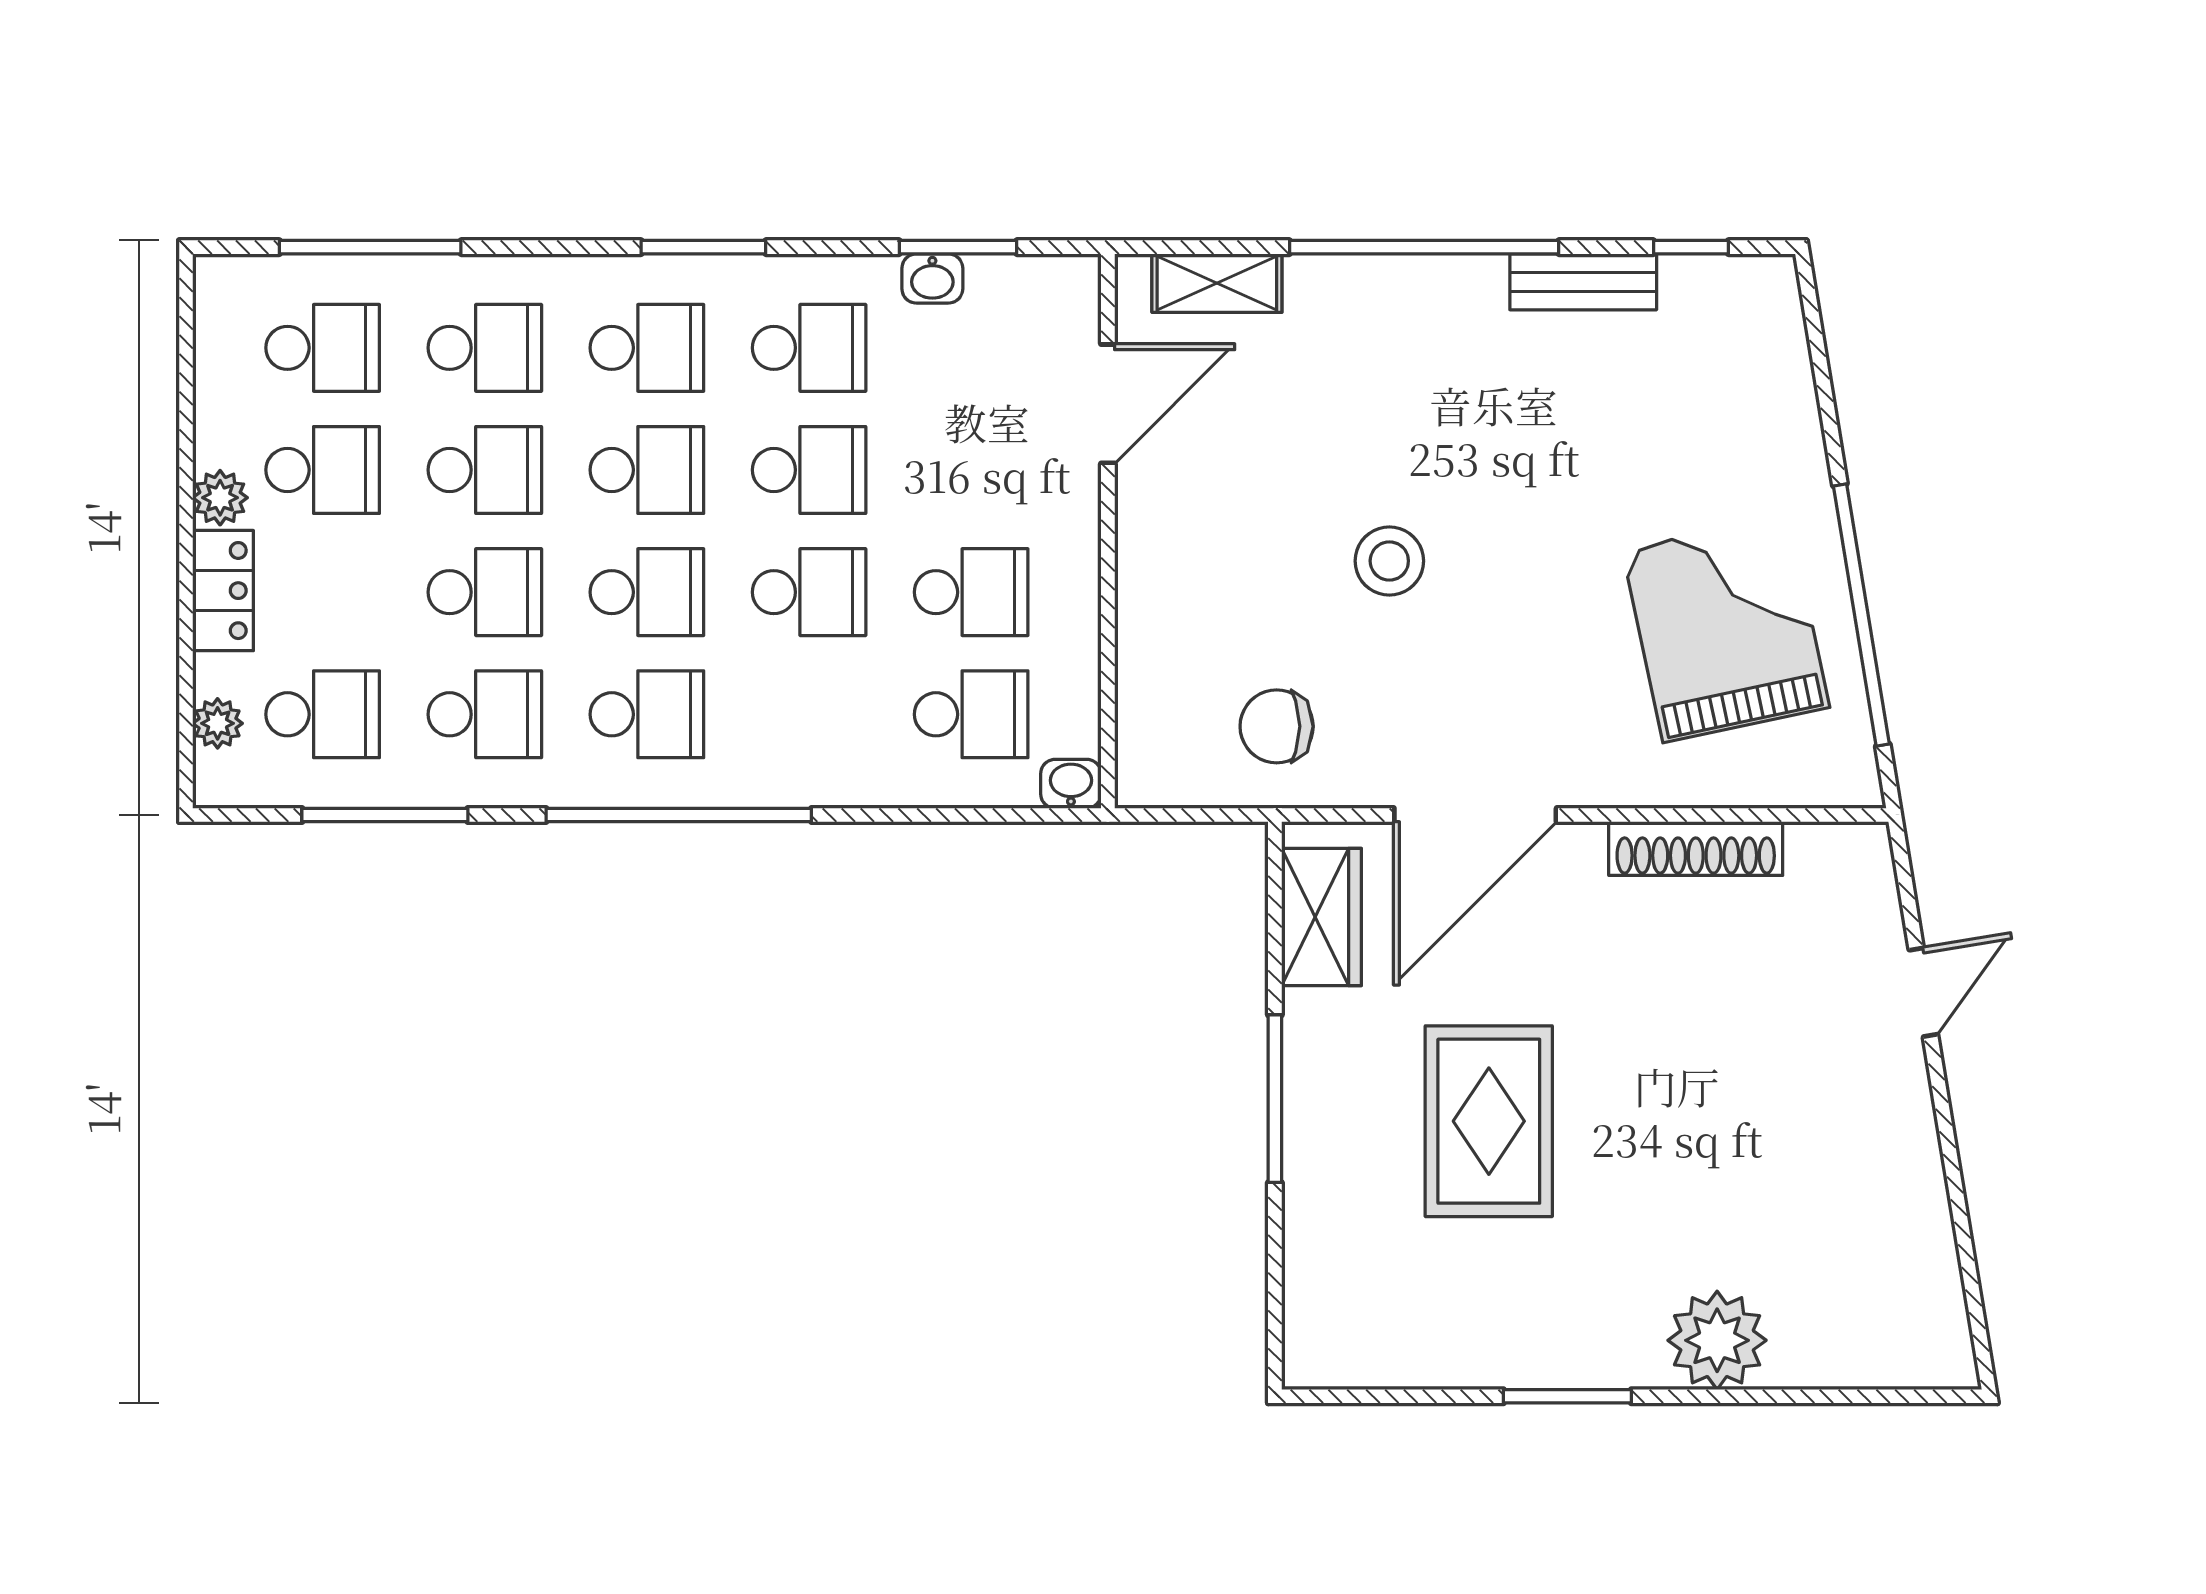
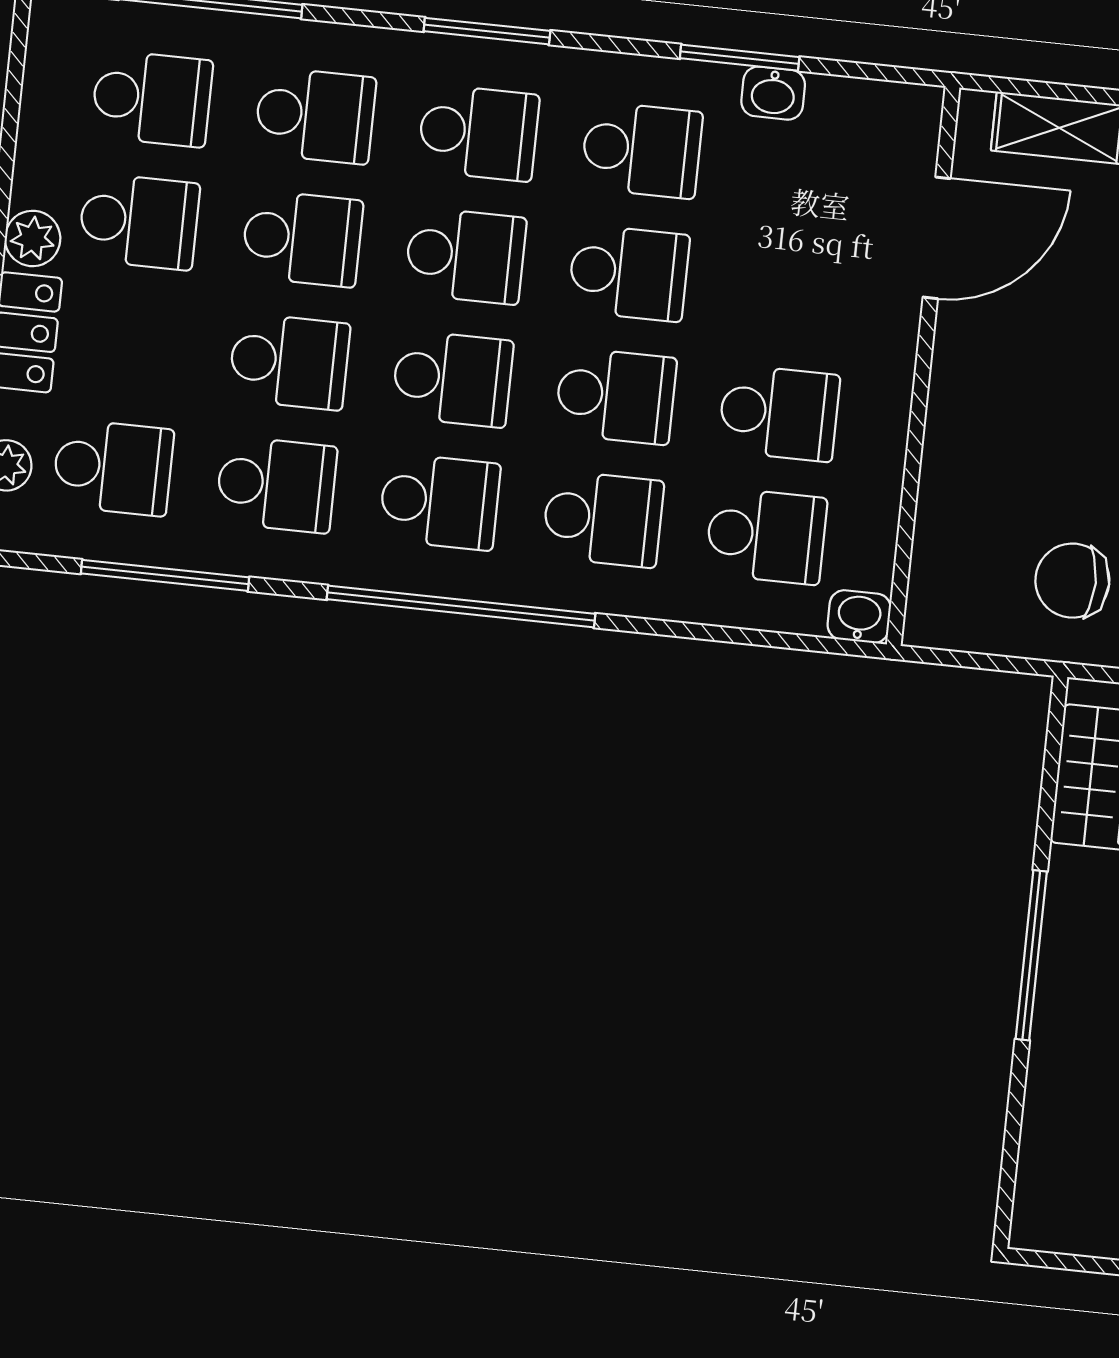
window: (703, 247) -> (487, 31), moved
window: (958, 247) -> (740, 58), moved
school desk: (809, 714) -> (603, 519), added

